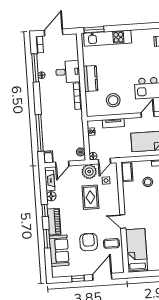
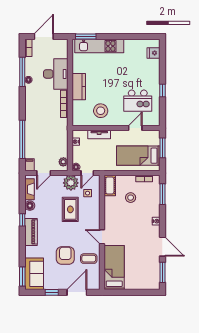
desk: (68, 72) -> (56, 74), width x1.37
window: (47, 239) -> (22, 277), moved
sofa: (59, 251) -> (34, 274), moved

